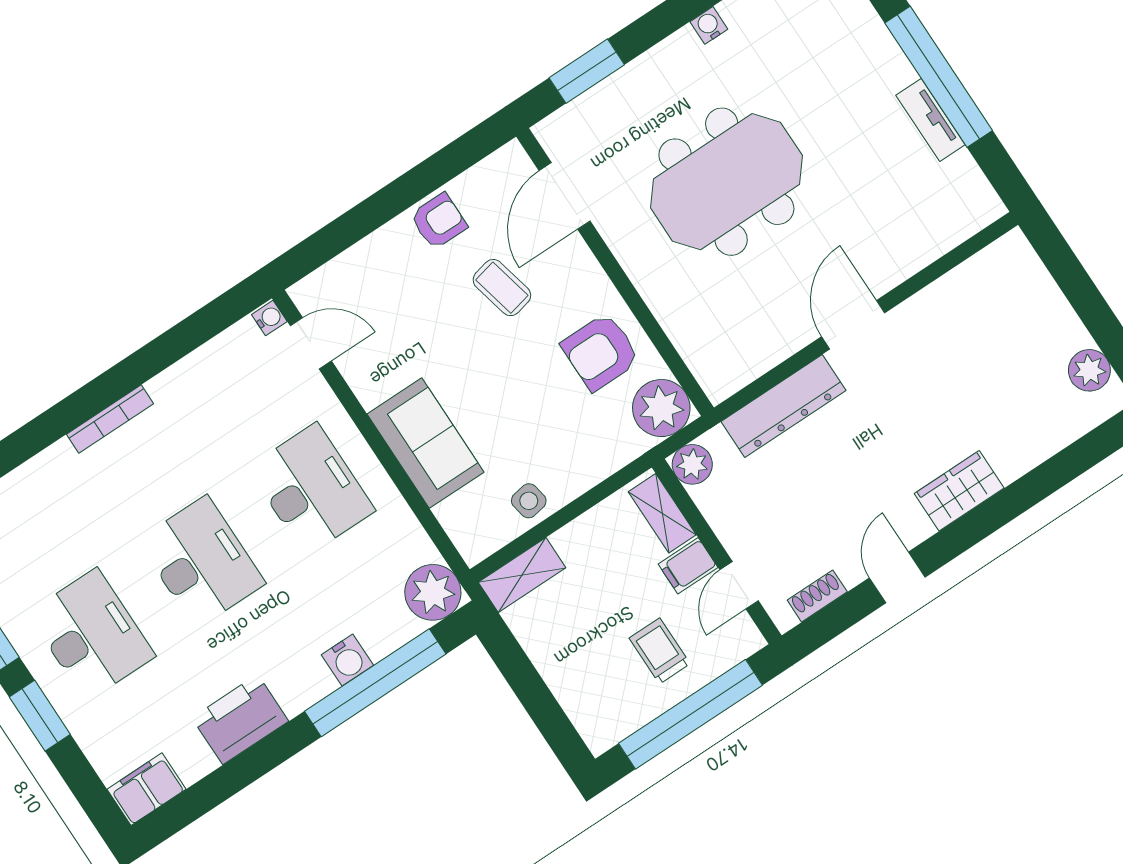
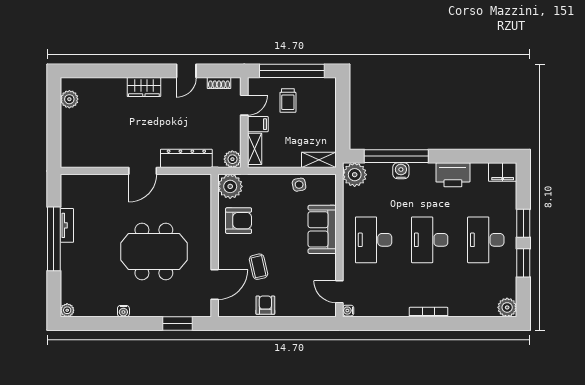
armchair: (439, 221) -> (265, 305), turned 90

